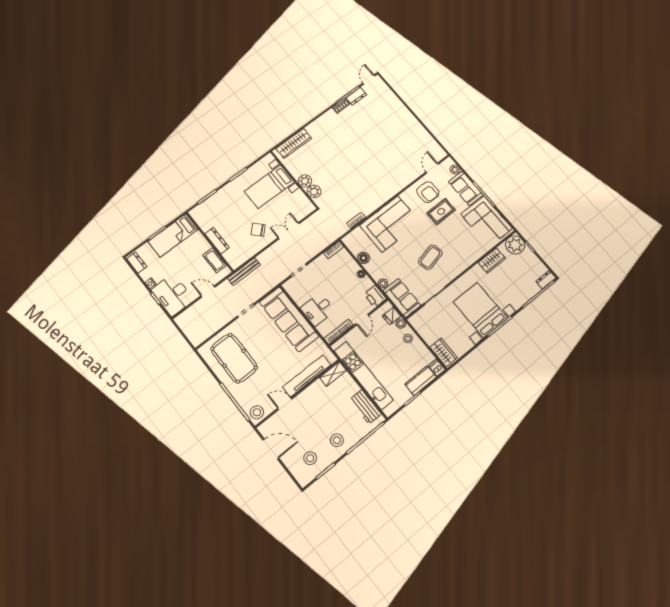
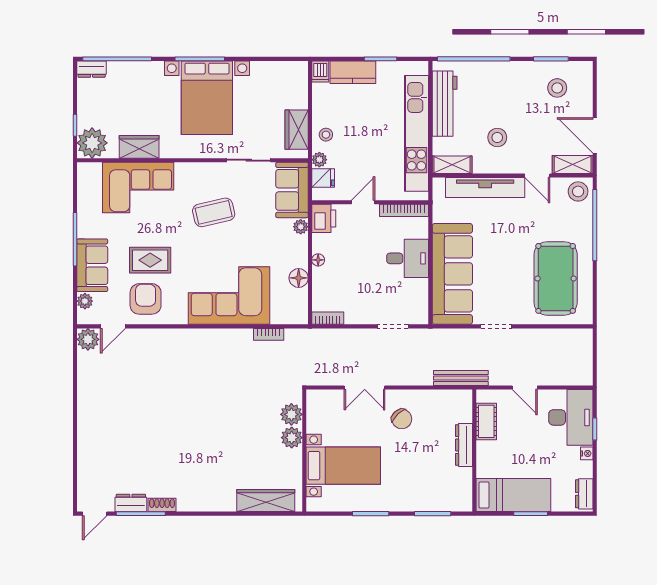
plant: (438, 153) -> (88, 339), added
corner sofa: (487, 221) -> (138, 187), moved, turned 90
wardrobe: (444, 352) -> (297, 130), moved
workbench: (365, 407) -> (445, 104), width x1.38
shelving: (271, 424) -> (573, 164), added
stool: (337, 440) -> (497, 137), moved

